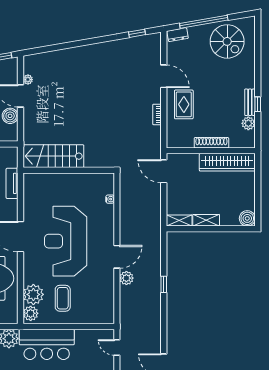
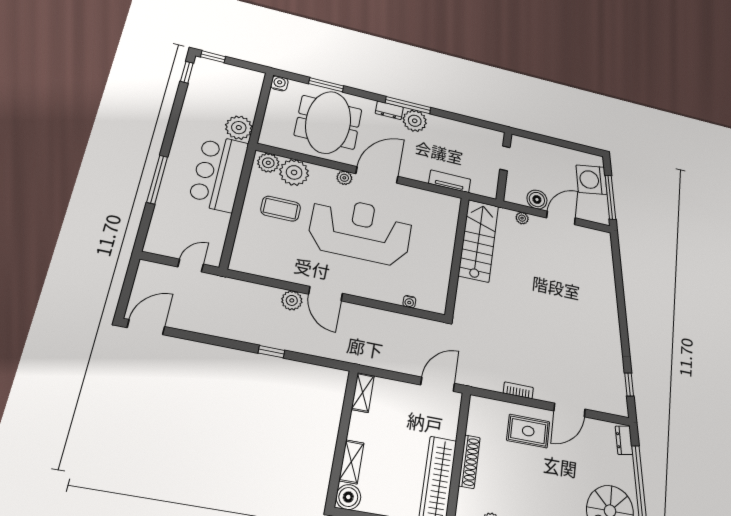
plant: (28, 80) -> (522, 218), moved
shelving: (206, 220) -> (351, 462), moved
plant: (29, 259) -> (344, 178), added

